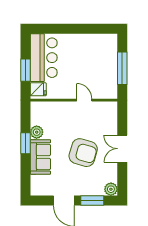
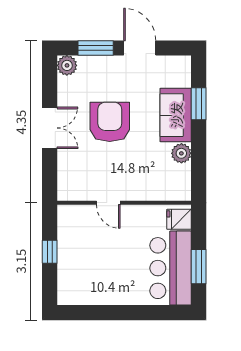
window: (122, 68) -> (50, 252), width x0.46
window: (25, 70) -> (199, 267), moved
window: (25, 143) -> (199, 104), moved
armchair: (83, 153) -> (110, 122), turned 74

